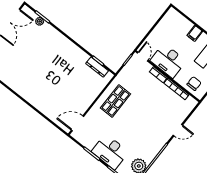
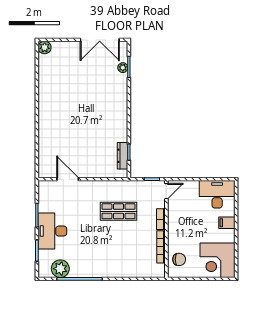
desk: (168, 61) -> (217, 194), moved, turned 90
shop shelf: (115, 101) -> (119, 211), moved
door: (77, 123) -> (68, 179), moved
door: (178, 130) -> (123, 279), removed

